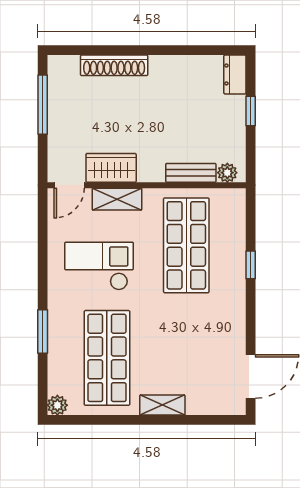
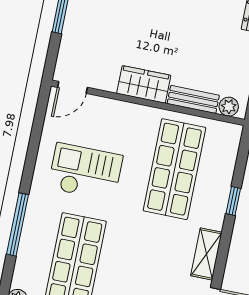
wardrobe: (111, 168) -> (144, 84), moved
shelving: (117, 199) -> (206, 254), moved, turned 90
window: (43, 331) -> (18, 224), width x1.44

